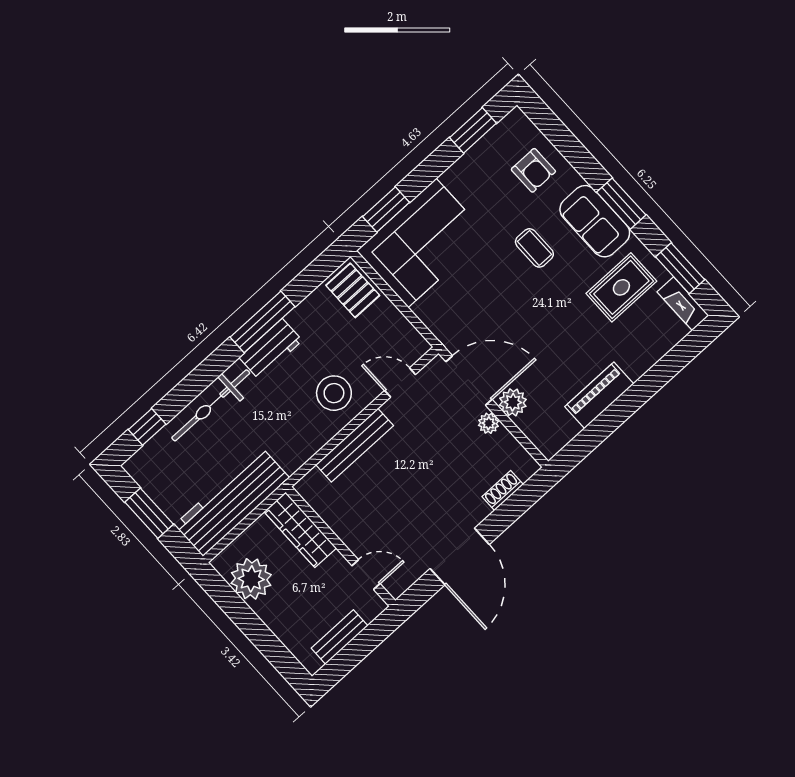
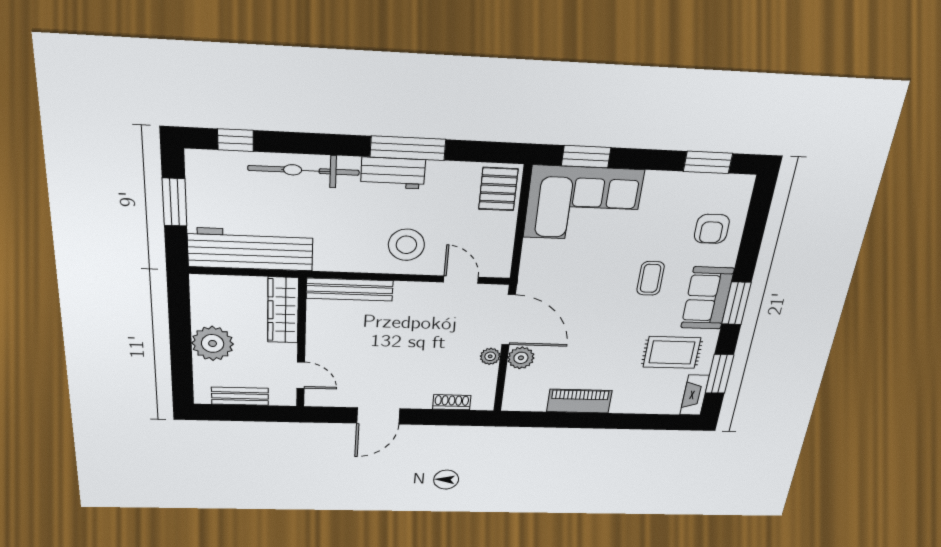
bench: (355, 445) -> (350, 290), moved
door: (460, 557) -> (378, 416), width x0.73
plant: (251, 579) -> (213, 343), moved

